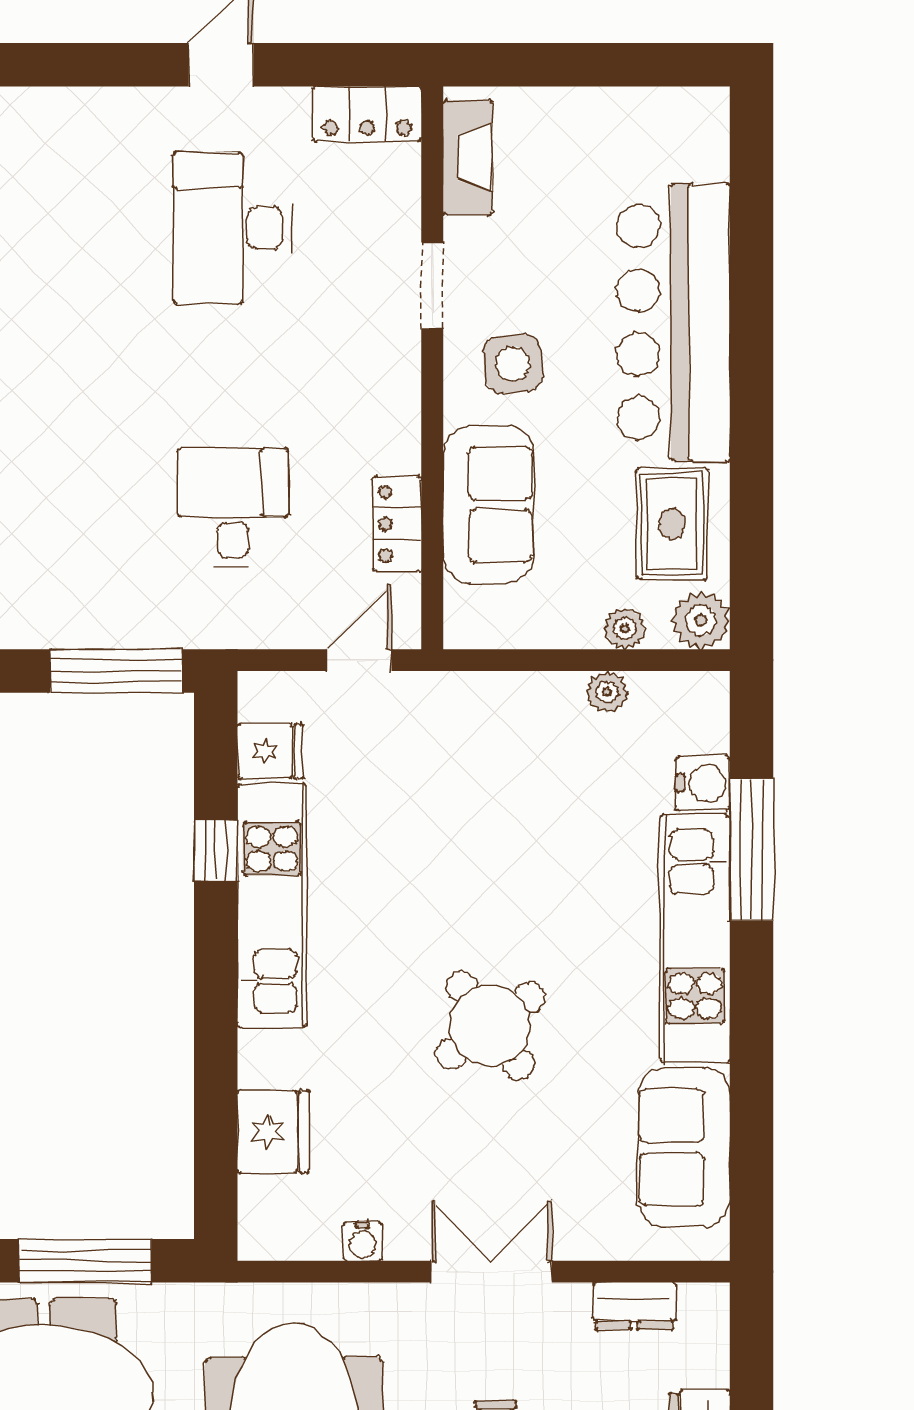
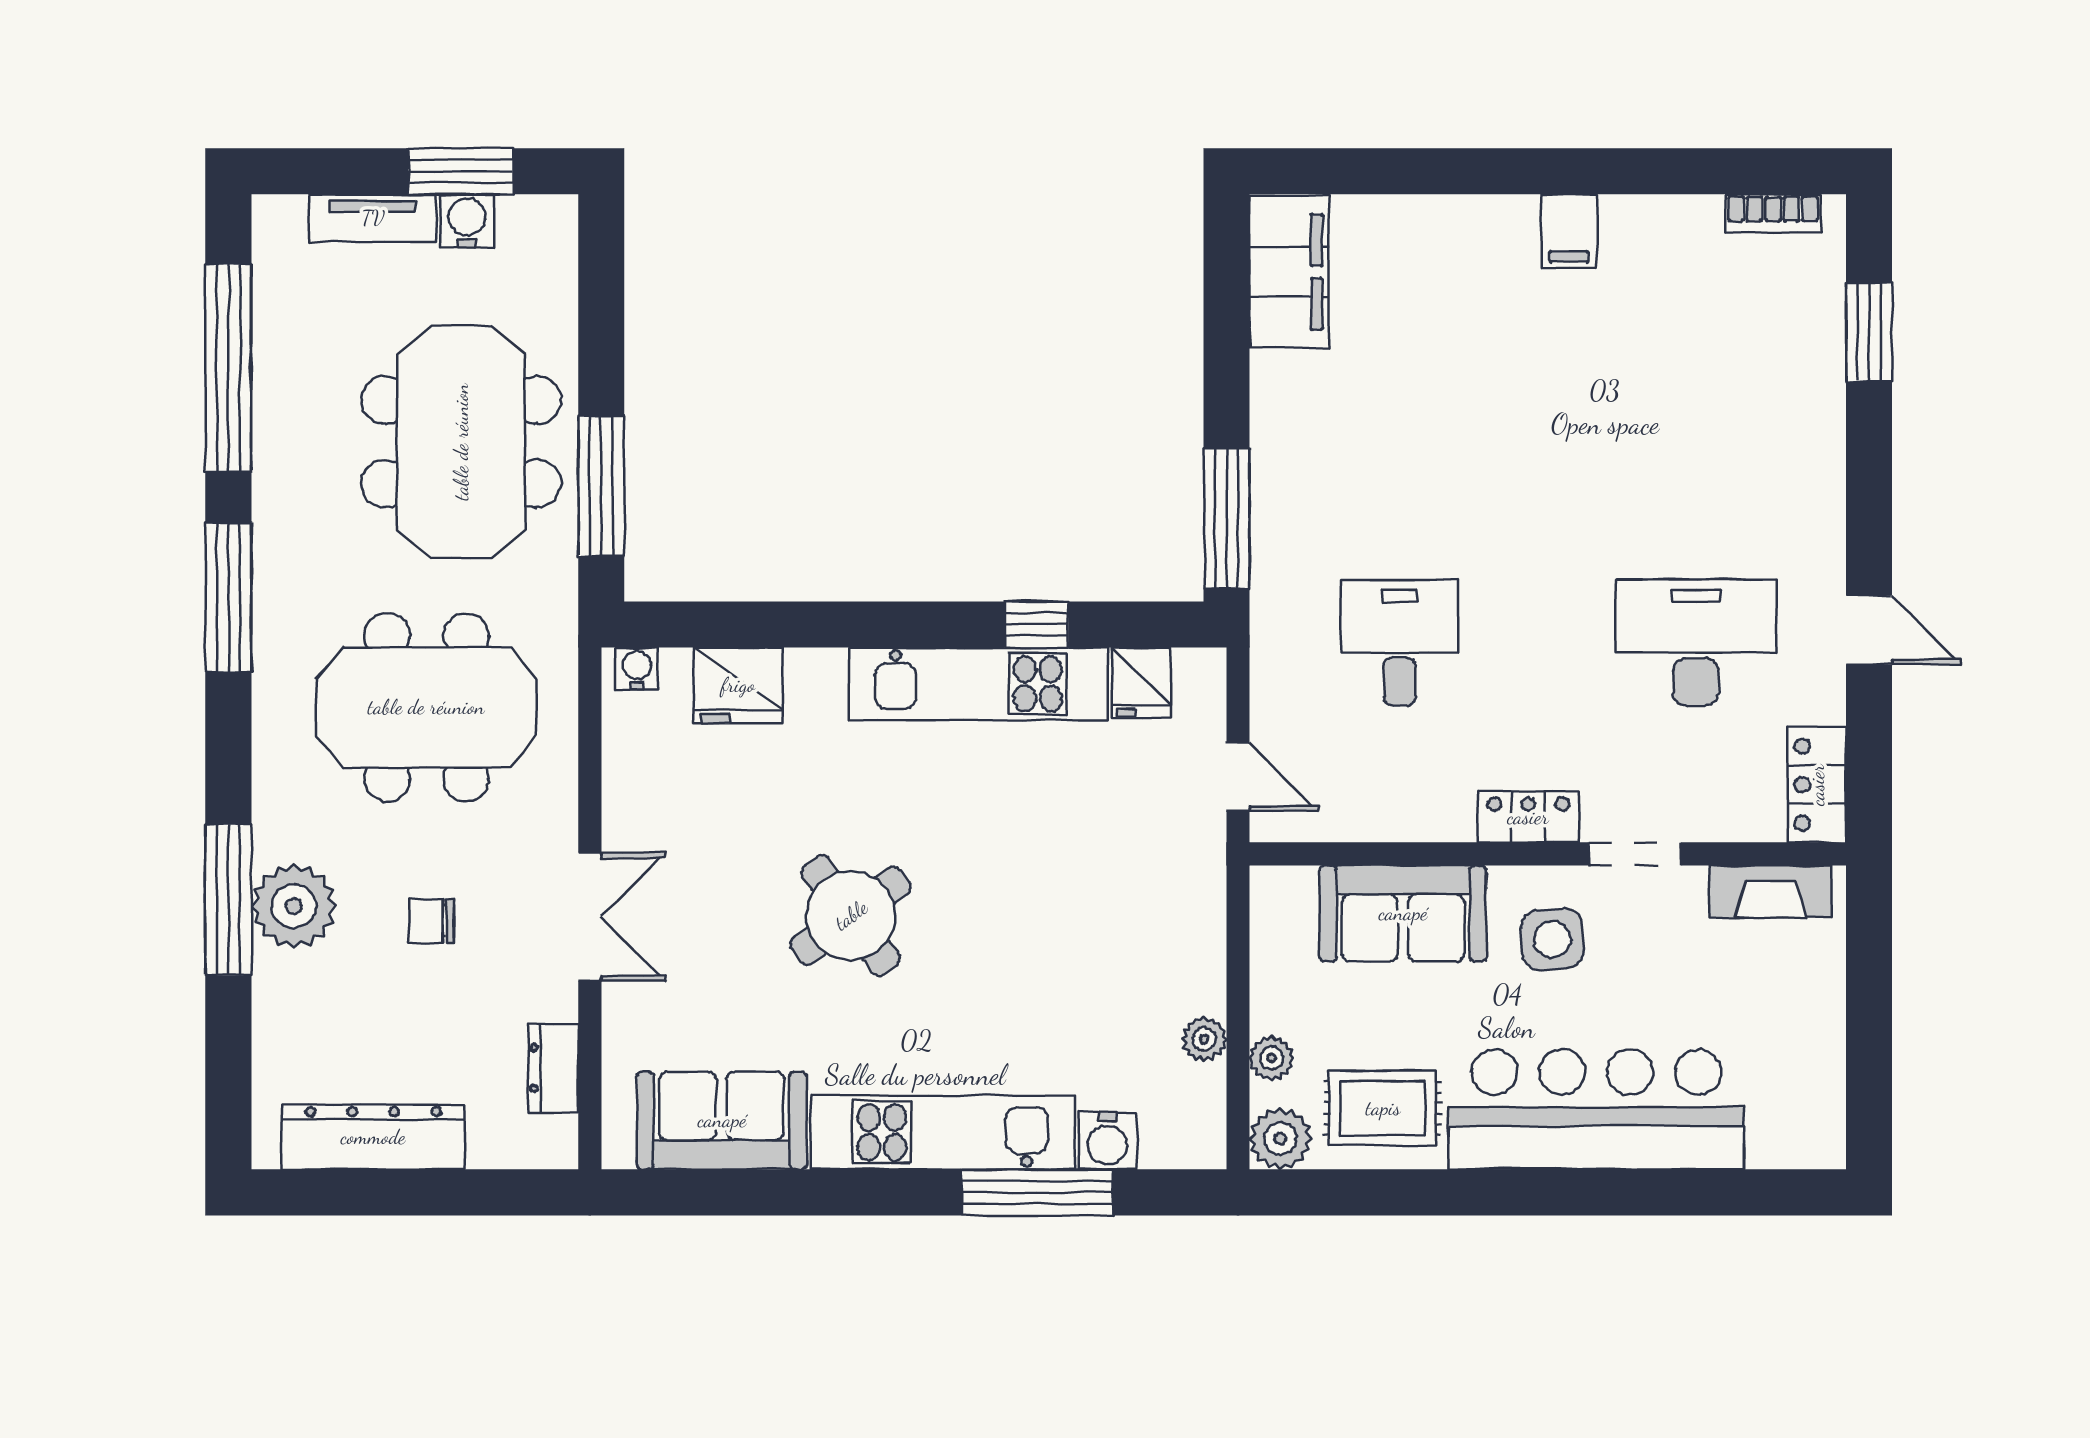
desk: (233, 508) -> (1400, 643), turned -90
locker: (397, 524) -> (1528, 817), moved
water cooler: (362, 1241) -> (637, 668), moved, turned 90

